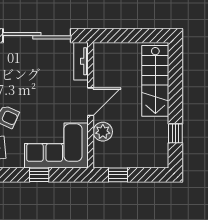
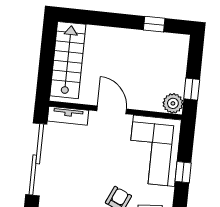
stairs: (155, 81) -> (68, 60), moved, turned -90
plant: (103, 132) -> (173, 103), moved

